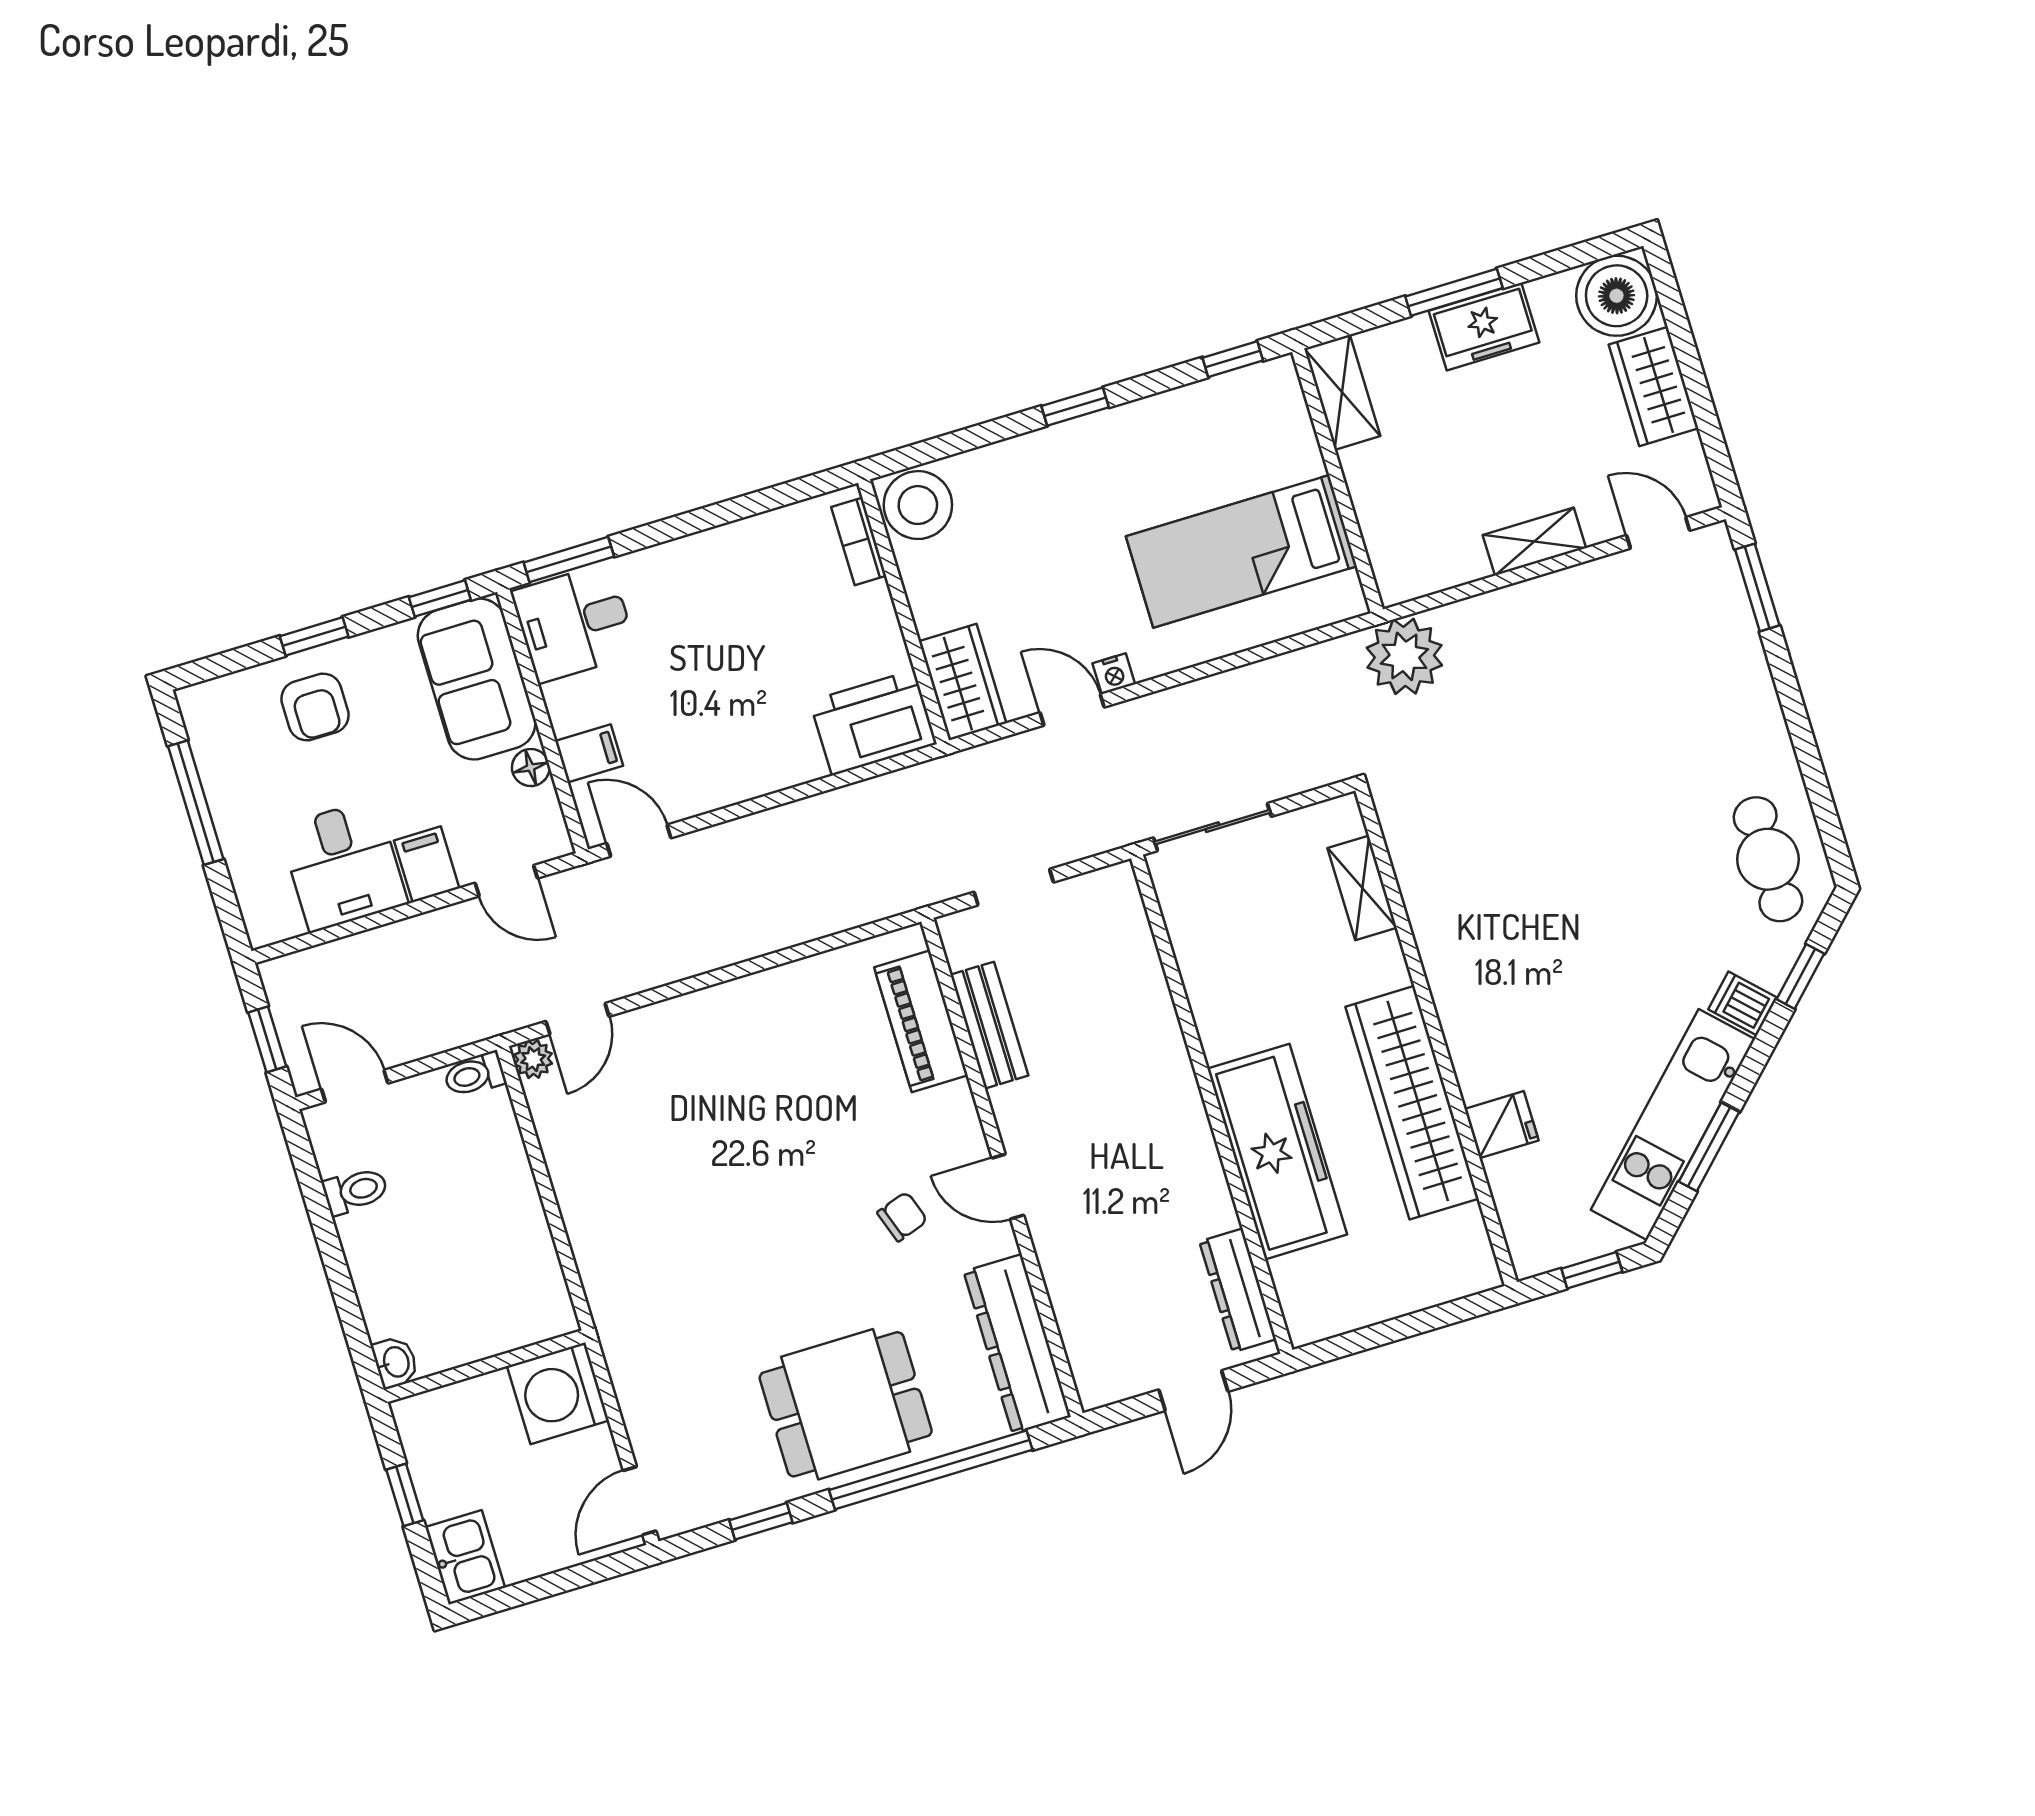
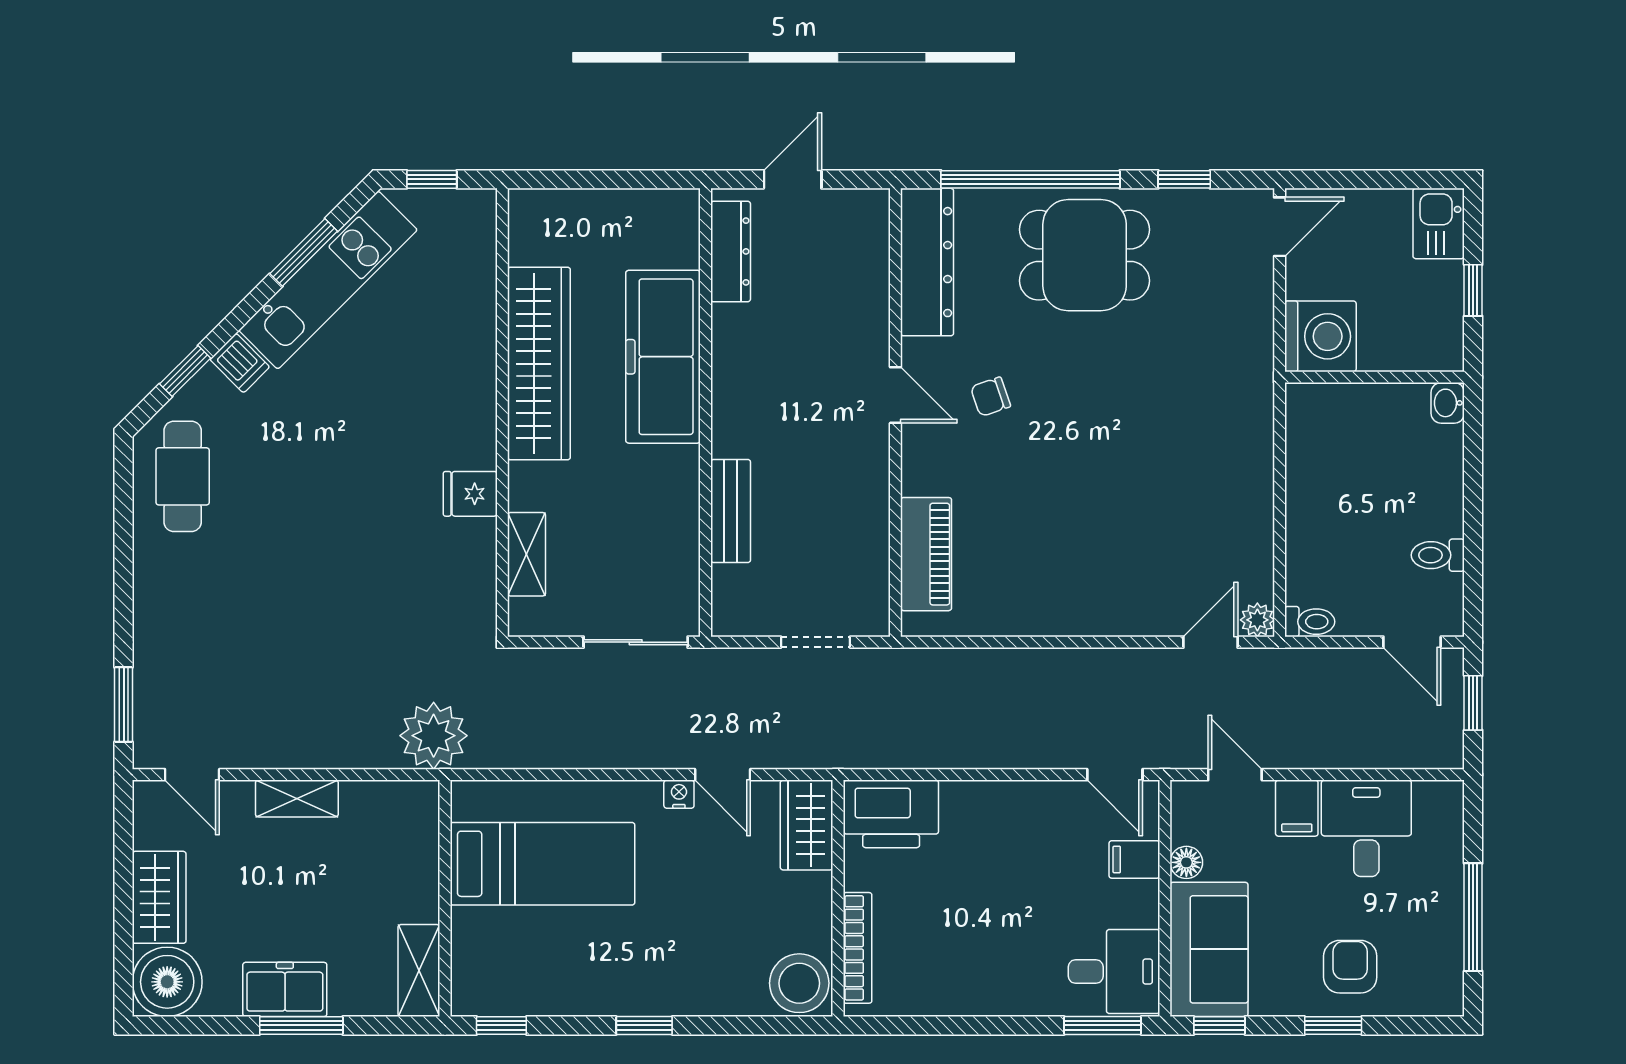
bookcase: (859, 541) -> (858, 948), width x1.56
bench: (989, 1025) -> (731, 511), moved
fridge: (1501, 1125) -> (470, 494), moved

